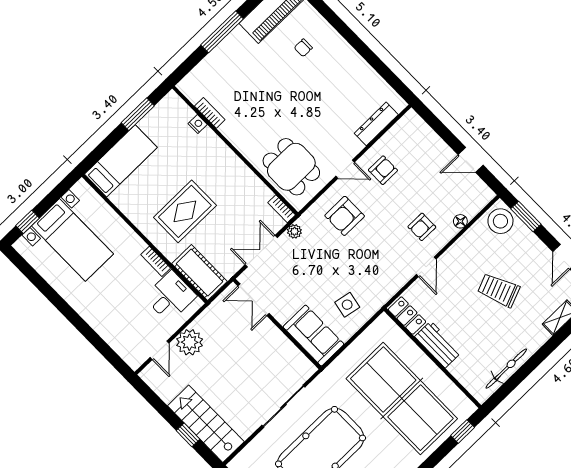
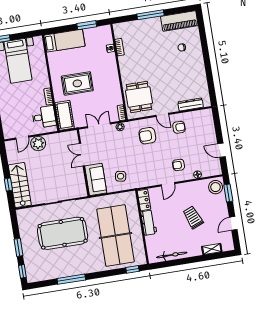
double door: (254, 300) -> (82, 155), moved

